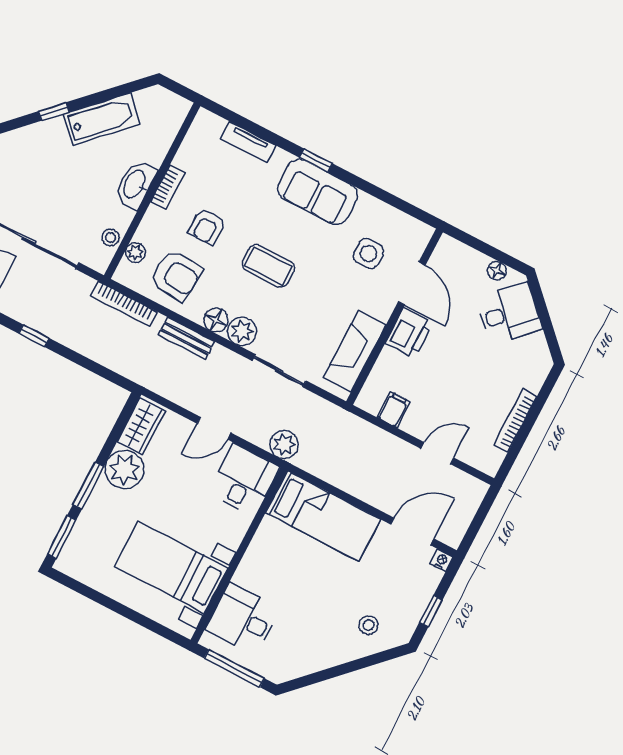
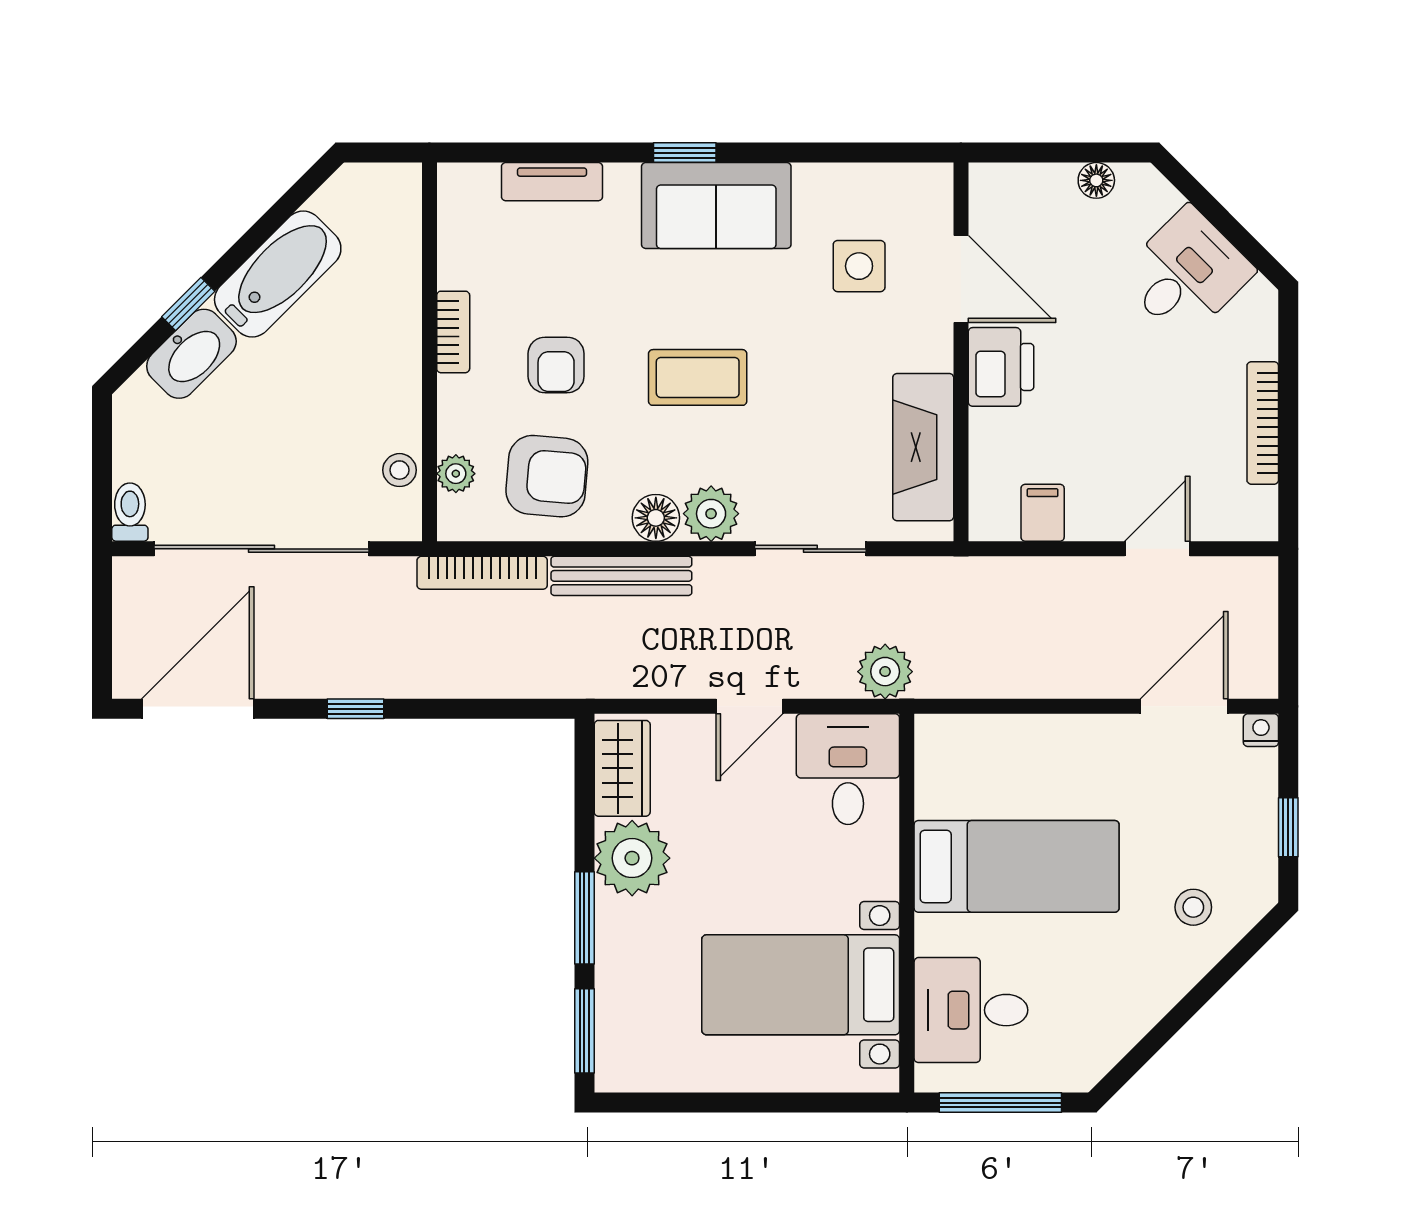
washbasin: (135, 184) -> (191, 354), moved, turned -135
desk: (509, 313) -> (1186, 273), moved
bench: (187, 338) -> (621, 576), width x1.36
bed: (323, 516) -> (1017, 866), moved

